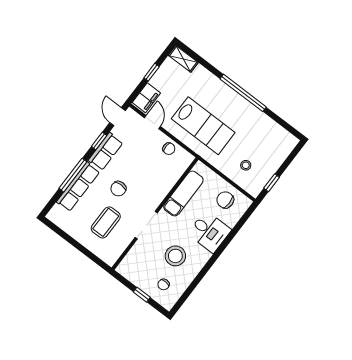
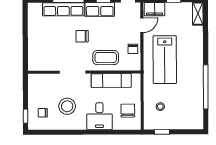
window: (243, 93) -> (206, 87), moved
coffee table: (106, 222) -> (106, 58), moved
window: (142, 295) -> (26, 116), moved

